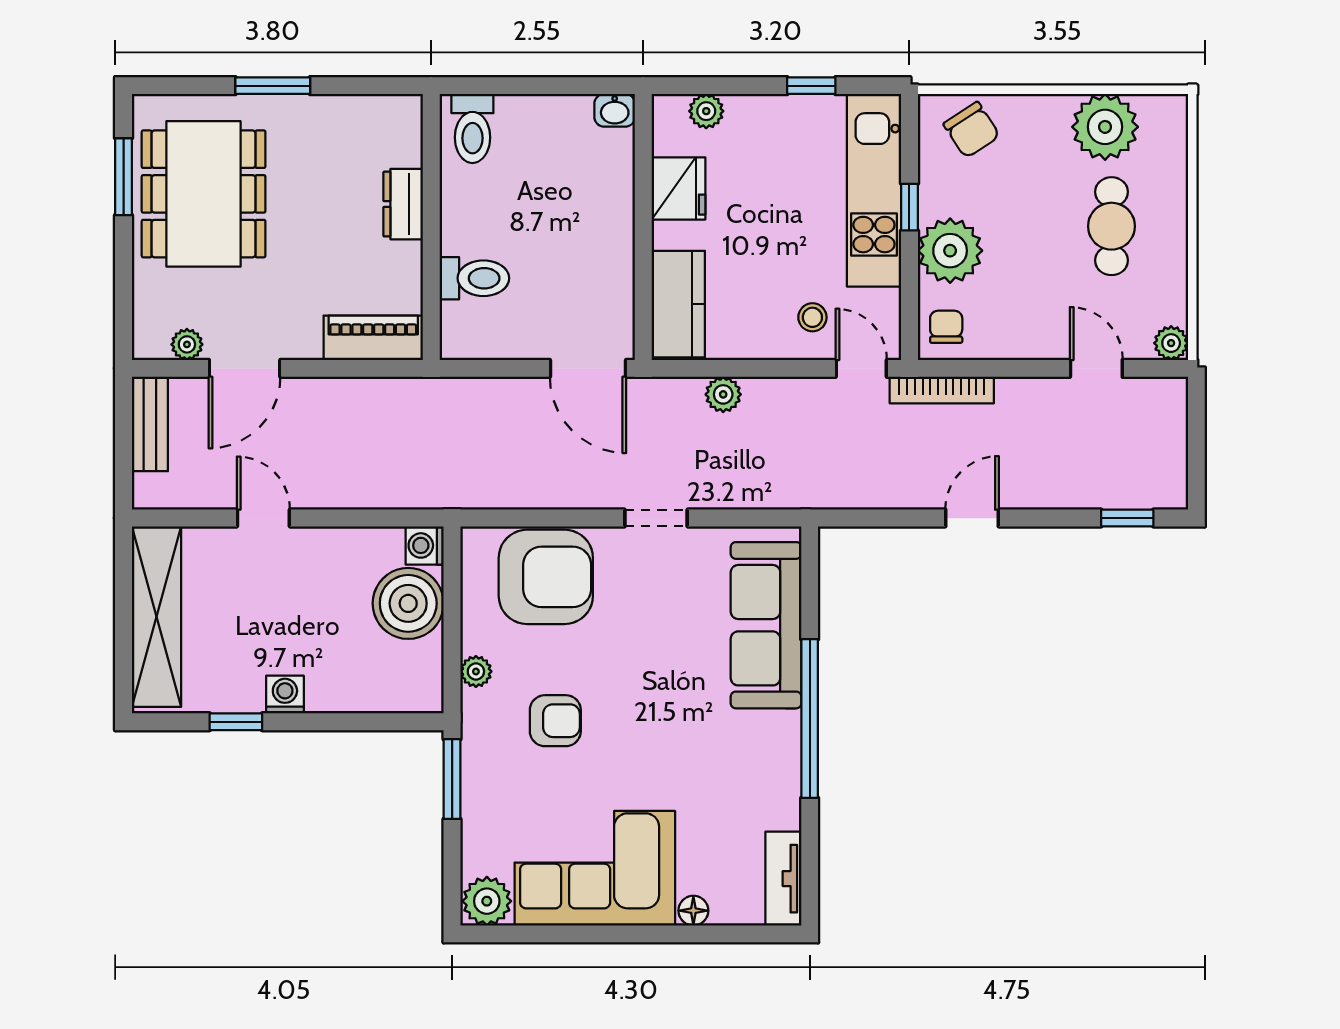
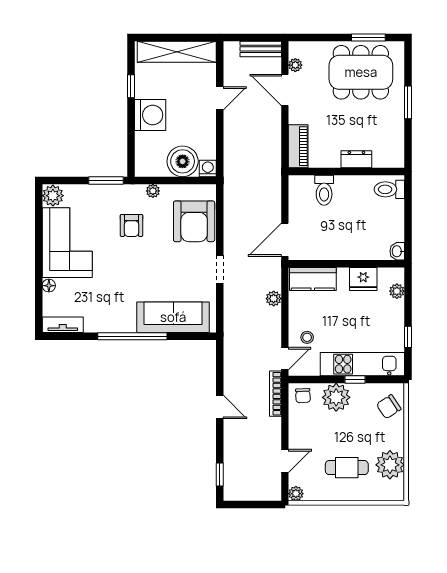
chair: (946, 327) -> (303, 396), turned 87
washing machine: (285, 695) -> (150, 115), width x1.89, depth x1.89

